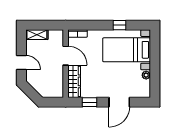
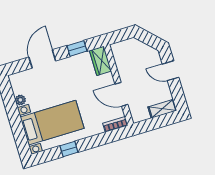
wardrobe: (74, 81) -> (100, 61), width x0.67

